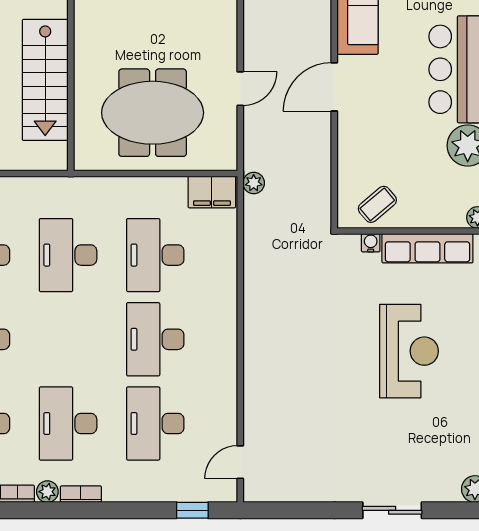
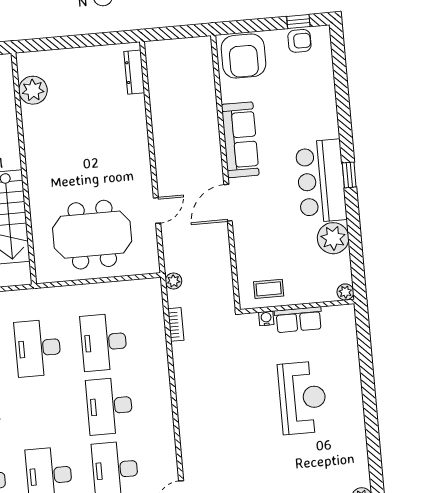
filing cabinet: (212, 192) -> (143, 291), removed
coffee table: (377, 204) -> (269, 289), turned 40
bookcase: (252, 240) -> (176, 324), added
row of seats: (427, 248) -> (298, 320), width x0.68

